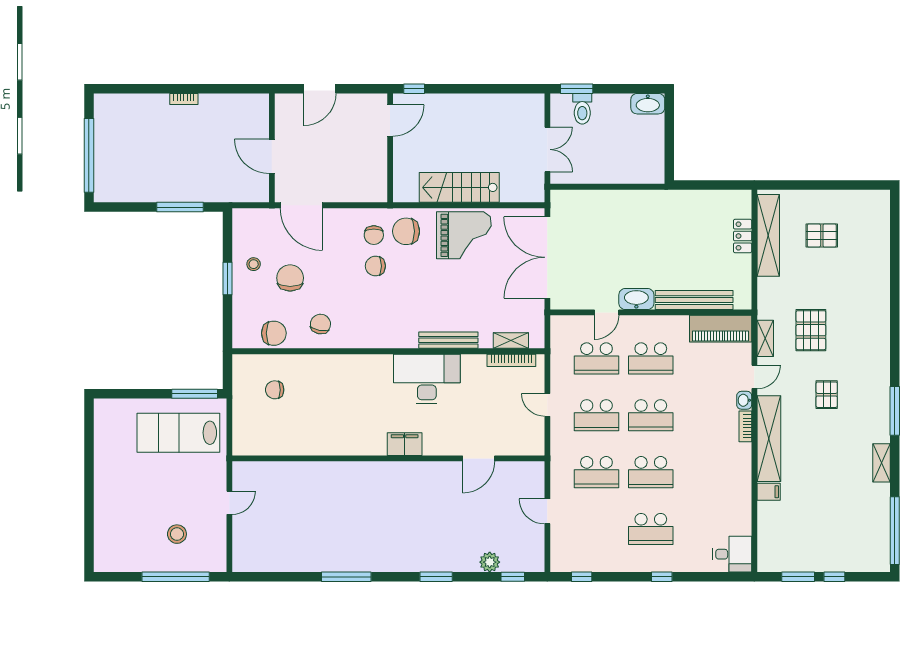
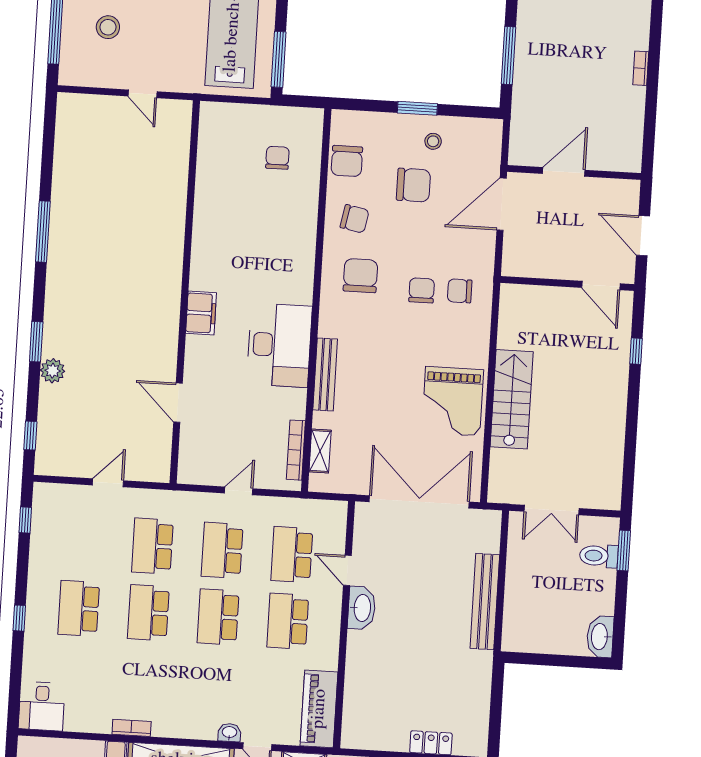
door: (390, 121) -> (601, 286), moved
wall: (390, 148) -> (567, 284), moved
chair: (406, 231) -> (360, 276), moved
bench: (694, 300) -> (485, 602), moved
bookcase: (745, 426) -> (132, 728), moved
plant: (490, 562) -> (53, 371), moved

